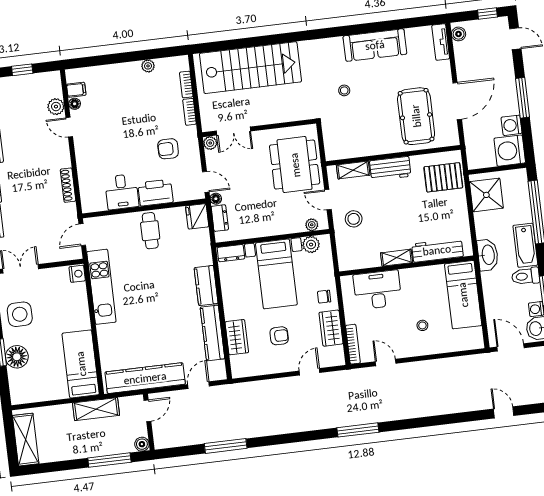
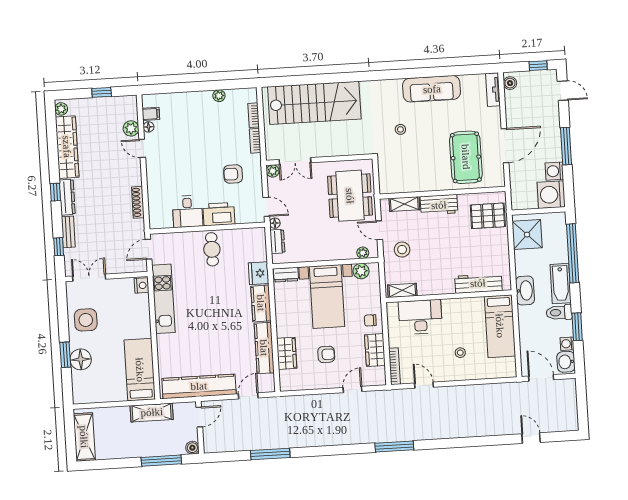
fridge: (197, 216) -> (259, 273), moved
shelving: (397, 258) -> (402, 290), moved

